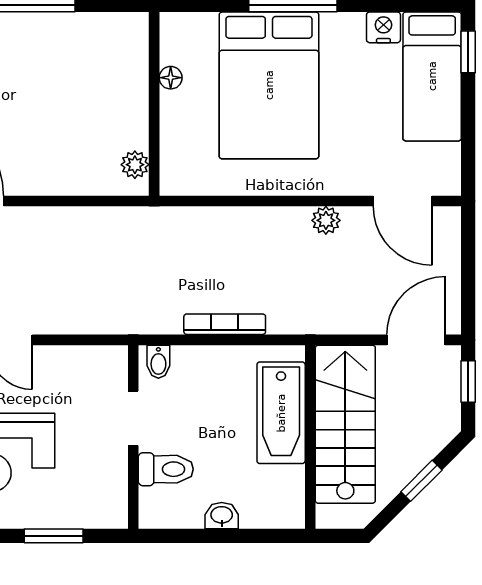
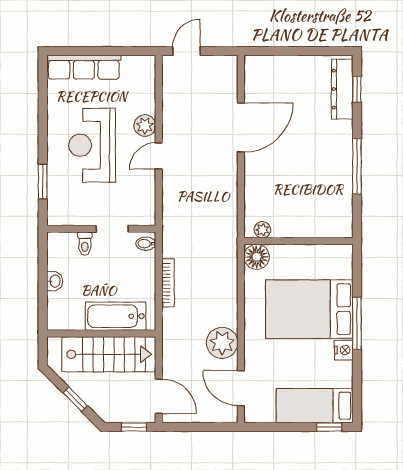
nightstand: (383, 27) -> (344, 350), moved
floor lamp: (171, 78) -> (257, 257), moved, width x1.89, depth x1.89
door: (403, 201) -> (241, 388), hinge flipped
plant: (326, 220) -> (222, 343), width x1.88, depth x1.88
toilet: (166, 469) -> (85, 244), width x0.73, depth x0.72

